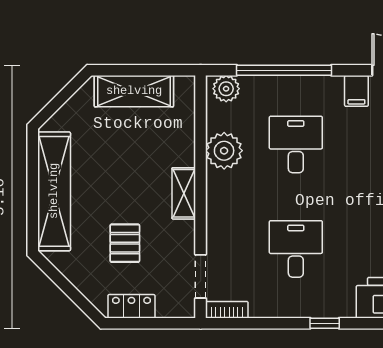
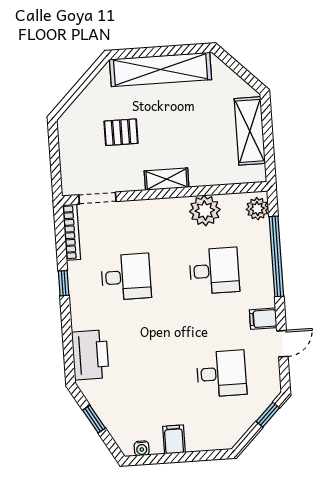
locker: (131, 306) -> (68, 142), removed
bookcase: (227, 310) -> (72, 232), width x1.56
window: (325, 323) -> (64, 283), moved

